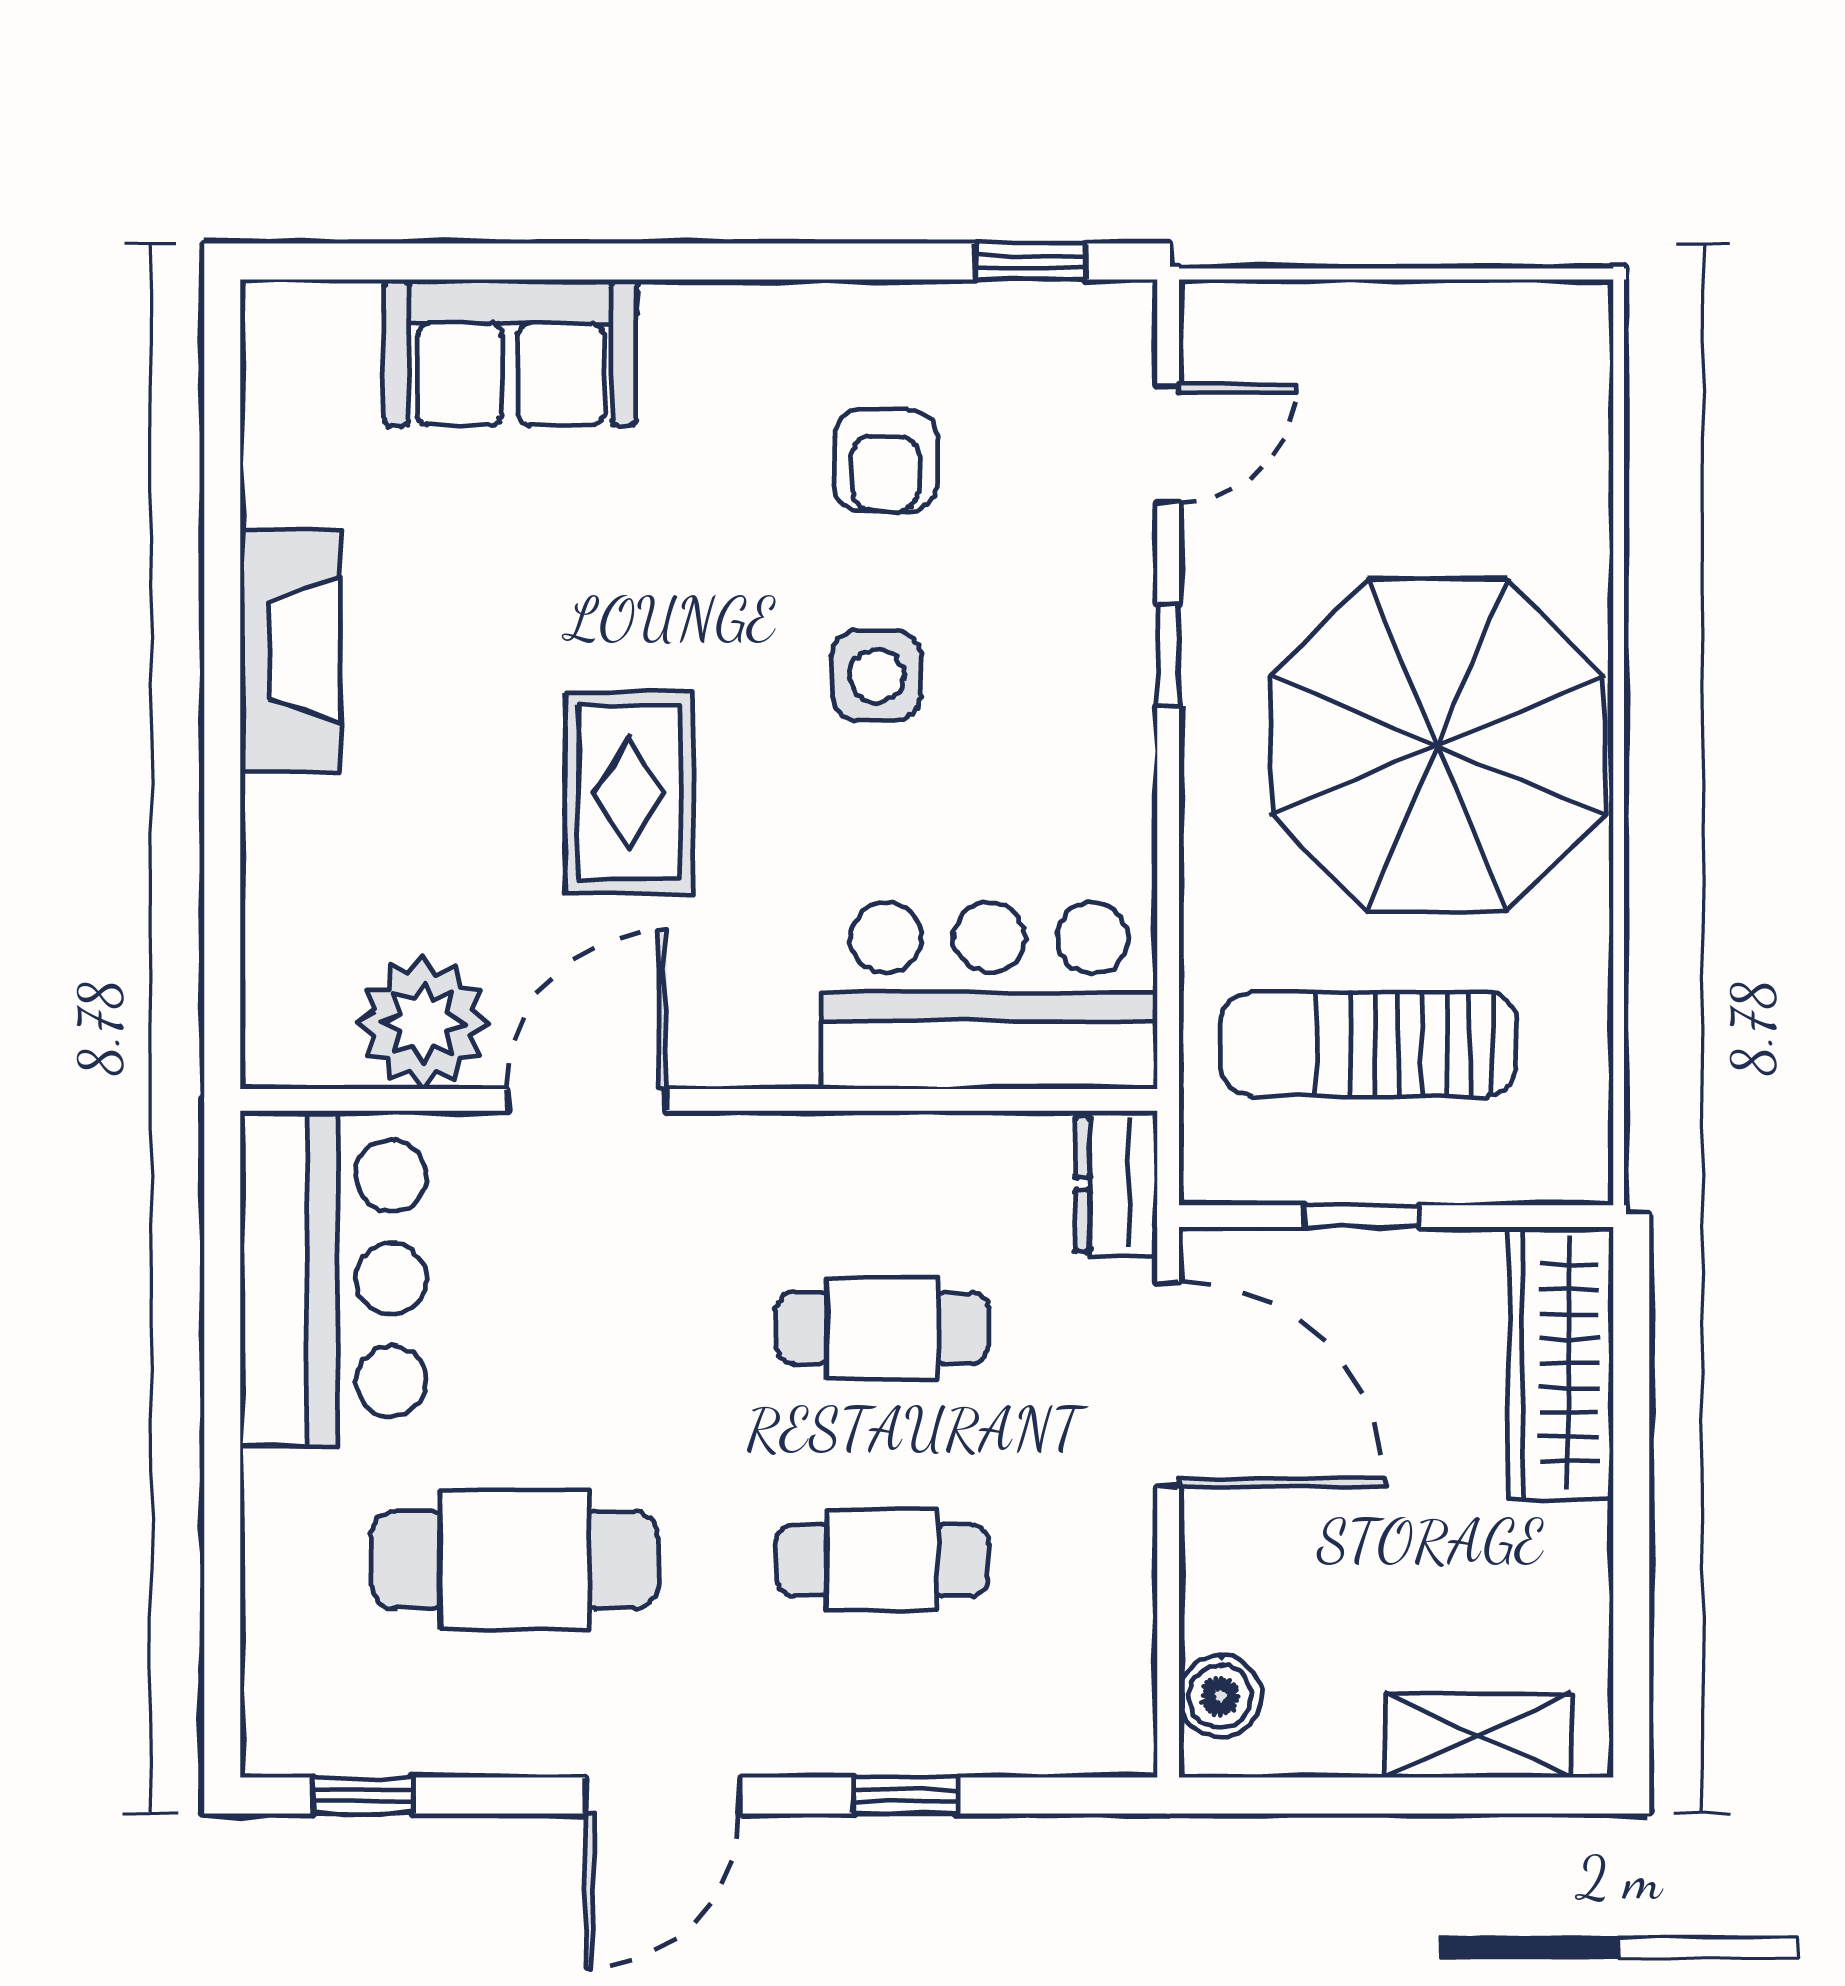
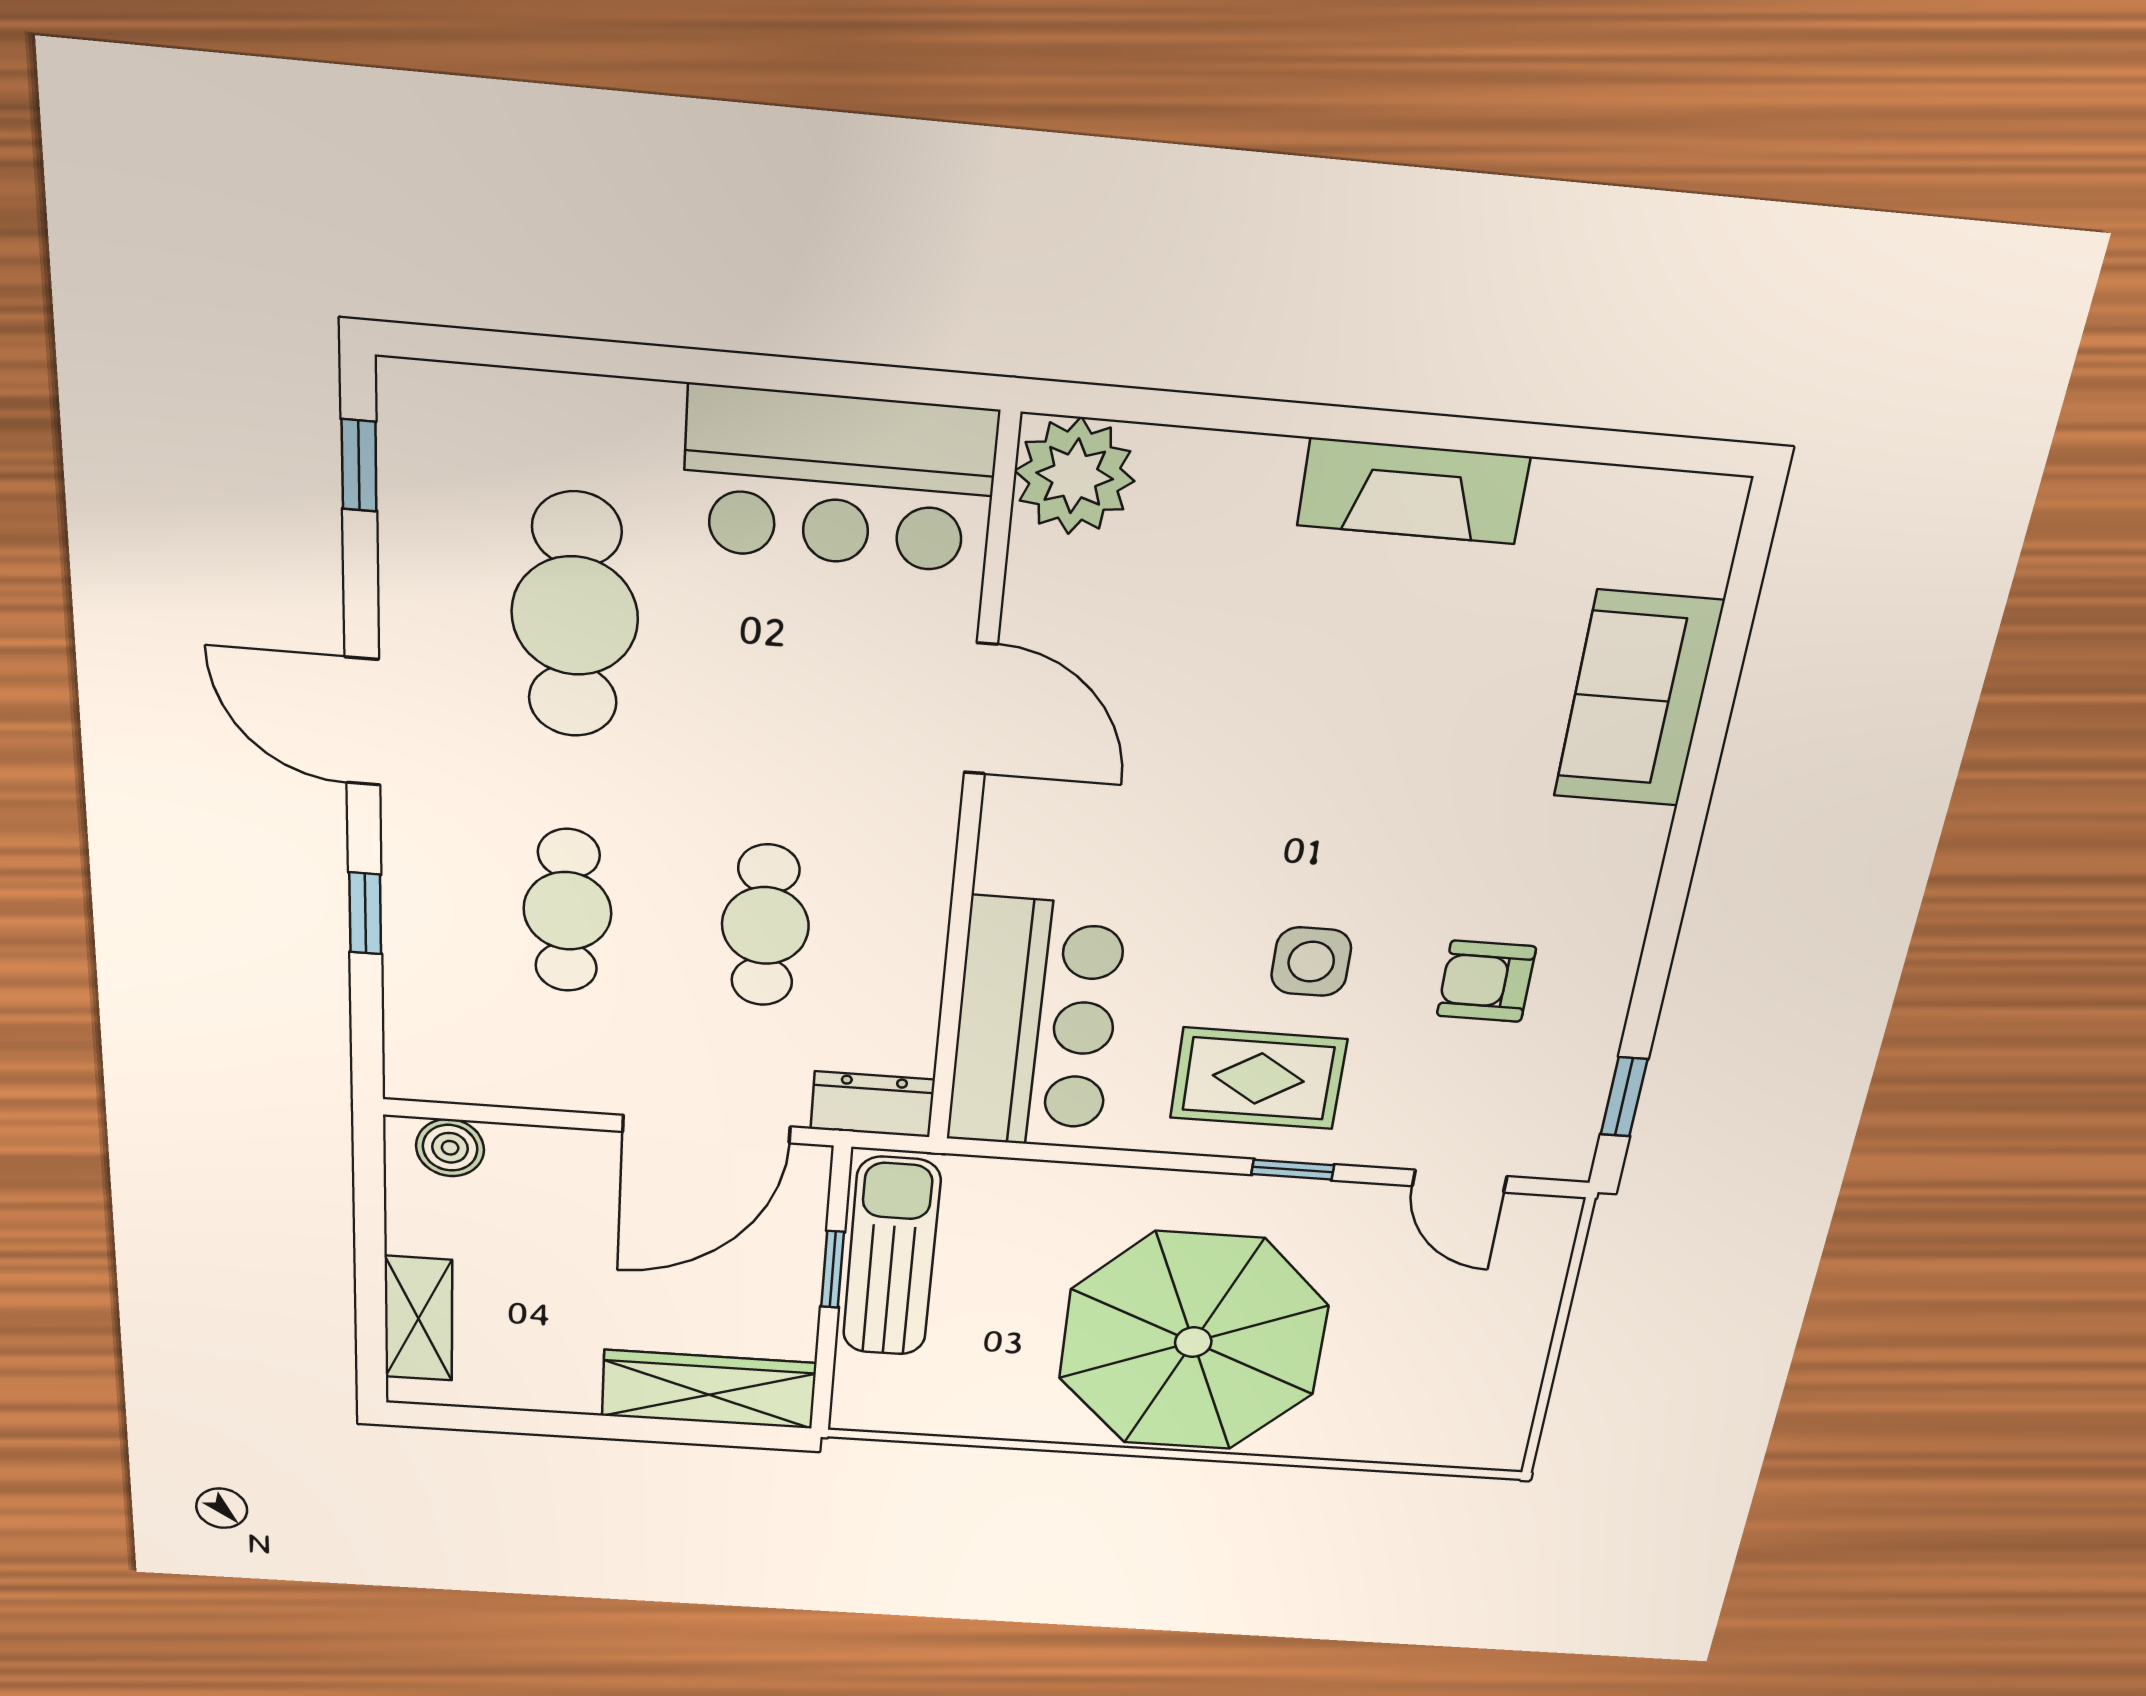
rug: (629, 792) -> (1258, 1078), moved
plant: (423, 1023) -> (1075, 476), moved
sun lounger: (1369, 1044) -> (891, 1257), moved

